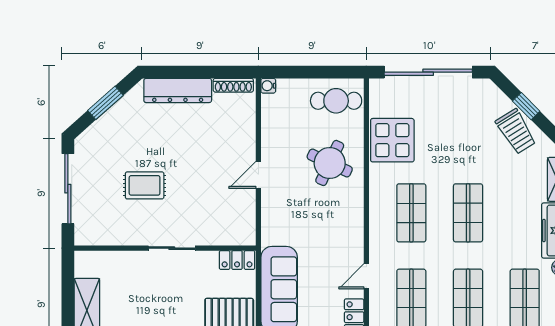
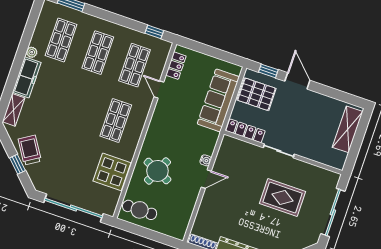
water cooler: (268, 86) -> (206, 160), moved
rug: (145, 185) -> (282, 198), width x1.36, depth x1.43
shop shelf: (468, 213) -> (79, 108), removed
locker: (237, 260) -> (245, 131), width x1.53
door: (366, 276) -> (159, 89), swing flipped

